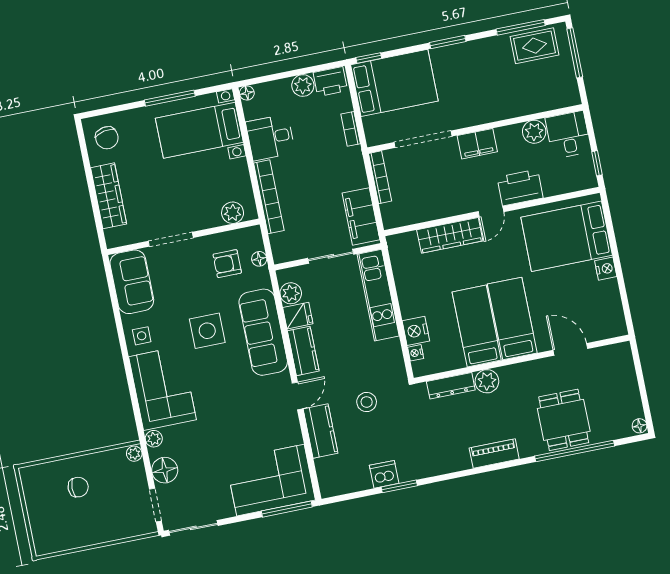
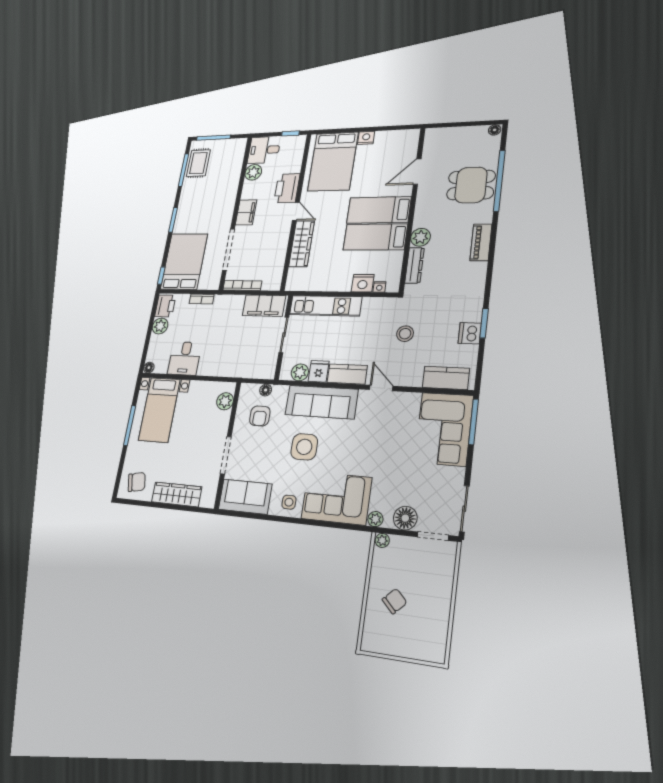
bookcase: (269, 197) -> (224, 371), removed
kitchen counter: (321, 431) -> (446, 378), moved
chair: (78, 487) -> (395, 601), turned 45

